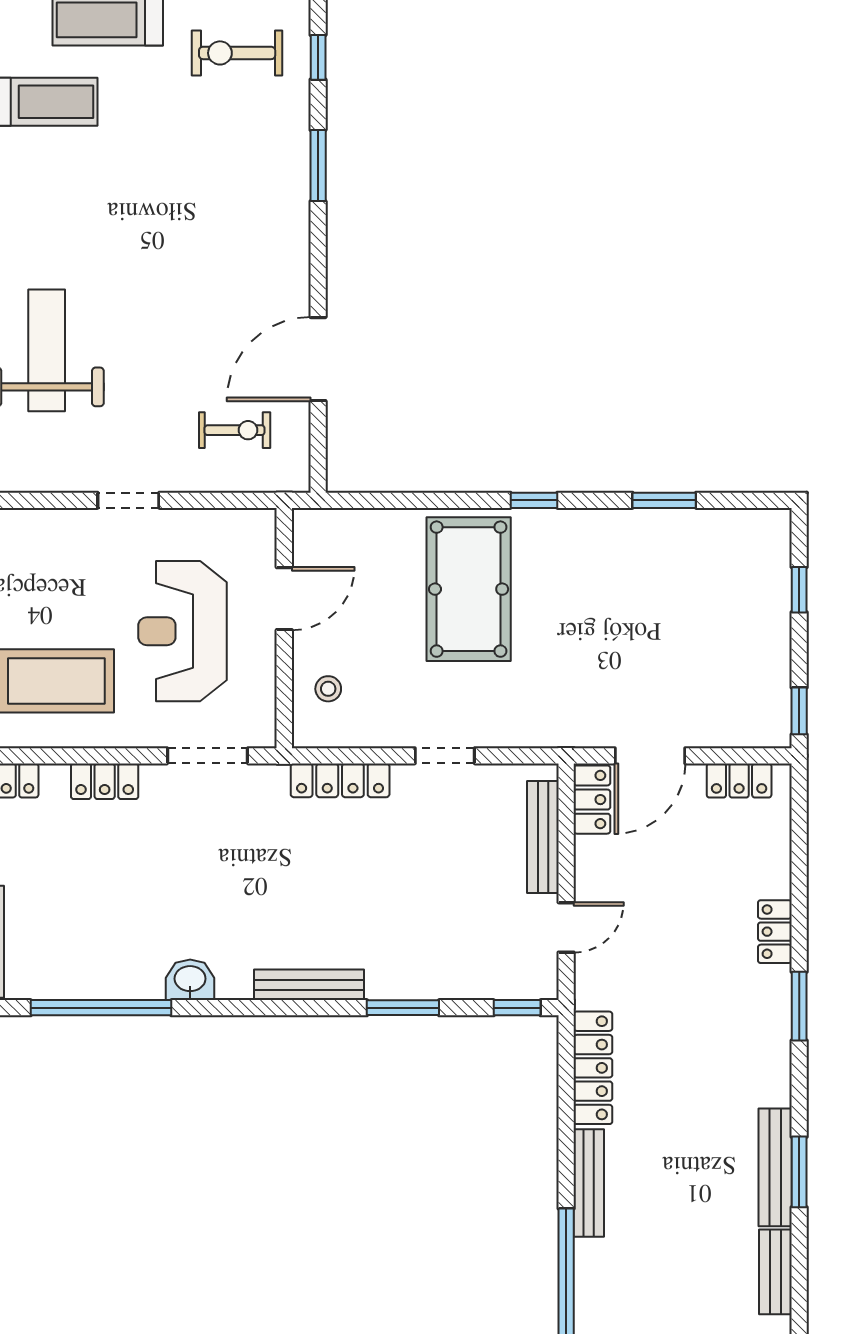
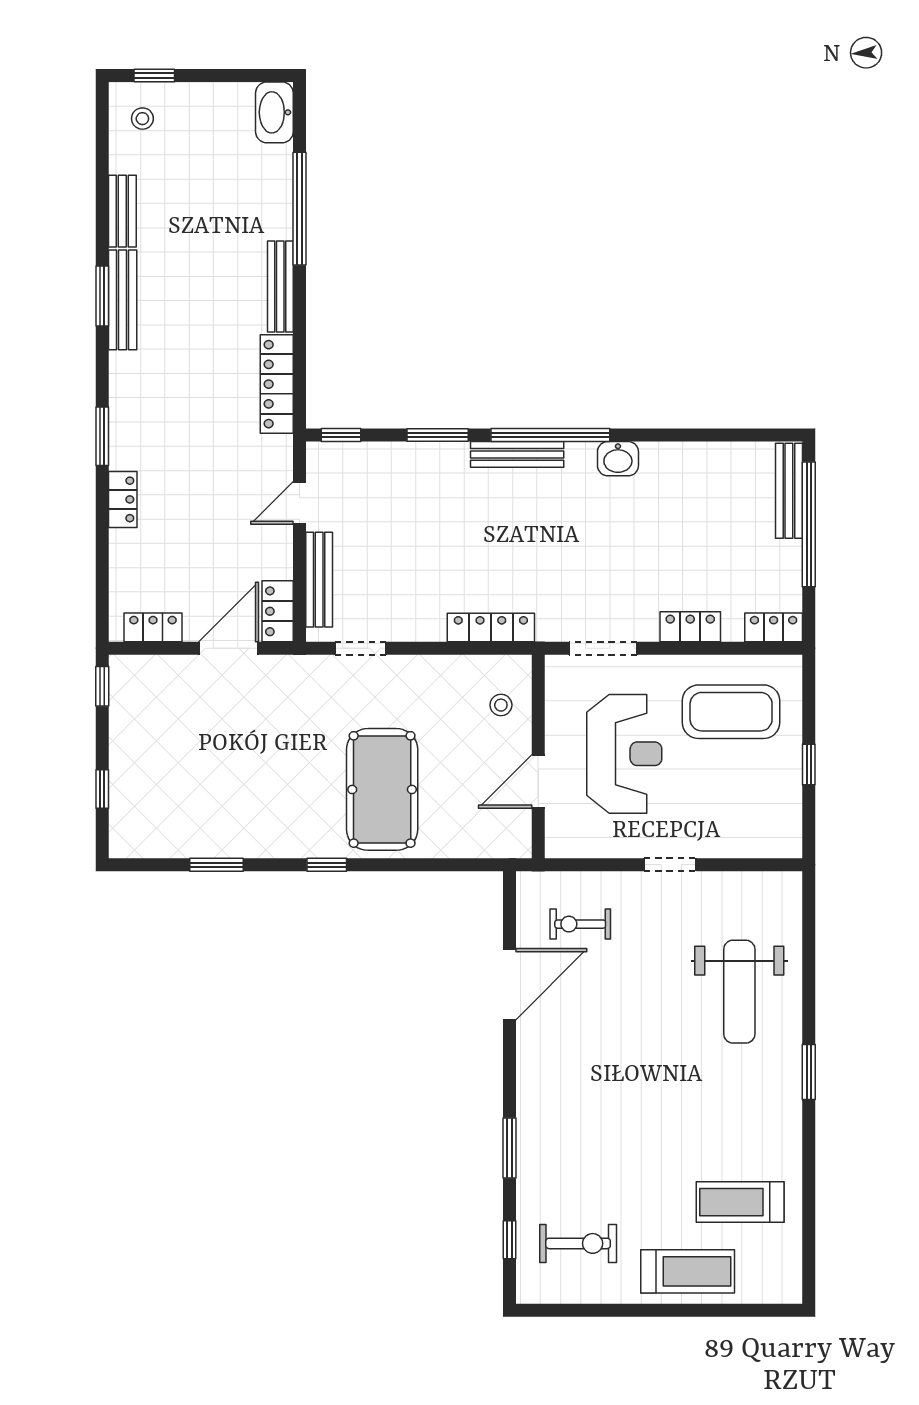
doorway: (445, 756) -> (361, 648), moved
window: (101, 1008) -> (550, 435), moved

